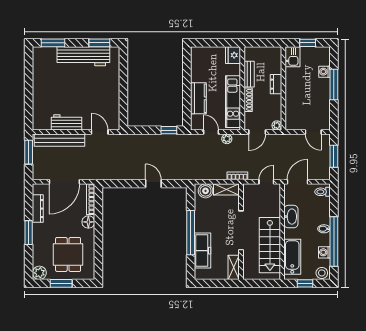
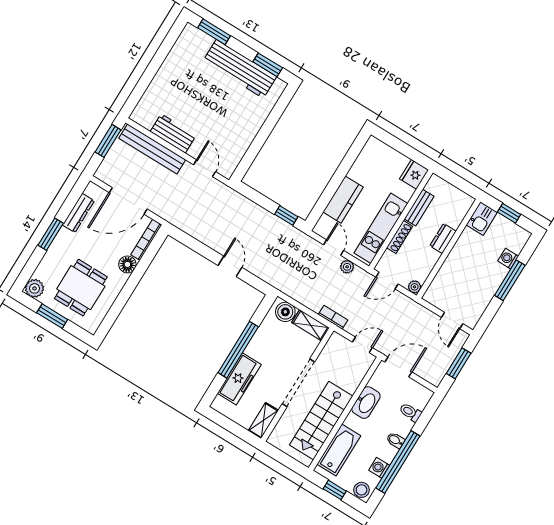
toilet: (323, 192) -> (410, 412), moved

